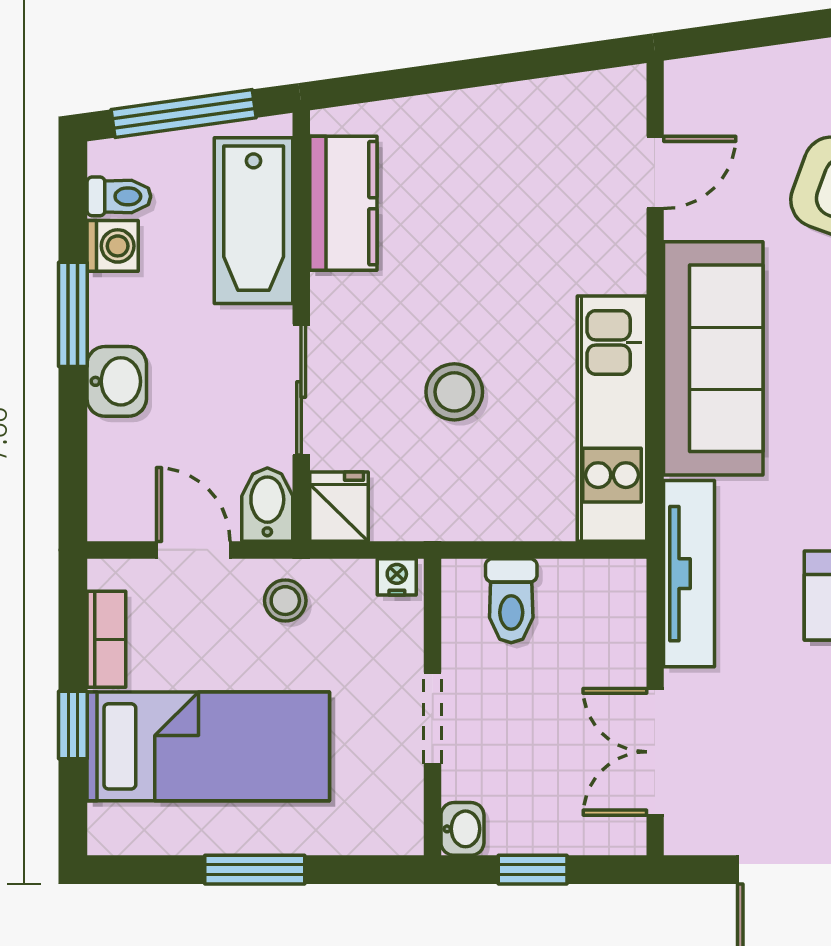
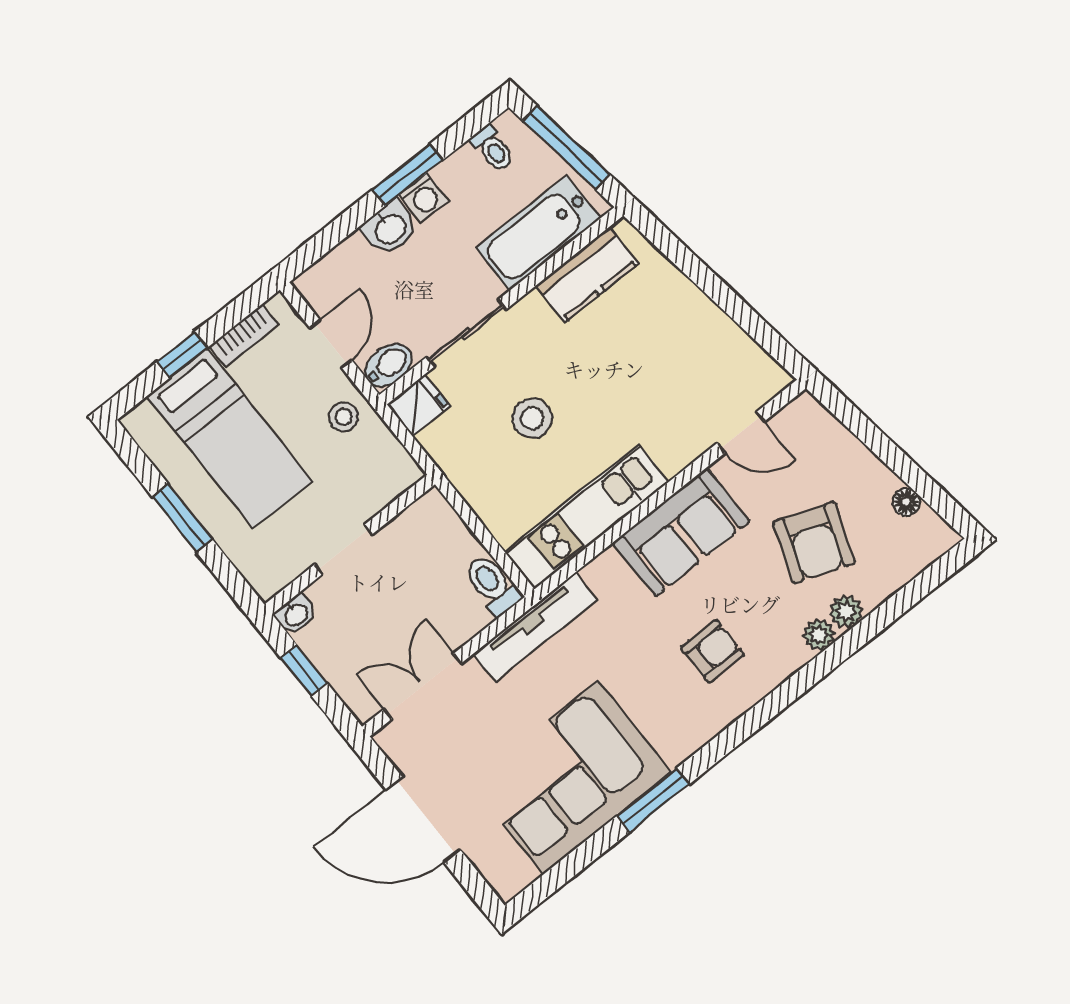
washing machine: (113, 246) -> (424, 198), moved
sofa: (713, 358) -> (681, 532), width x0.73
nightstand: (397, 577) -> (405, 468), removed
toilet: (511, 601) -> (492, 585), moved, turned 90

